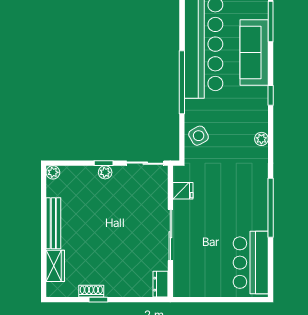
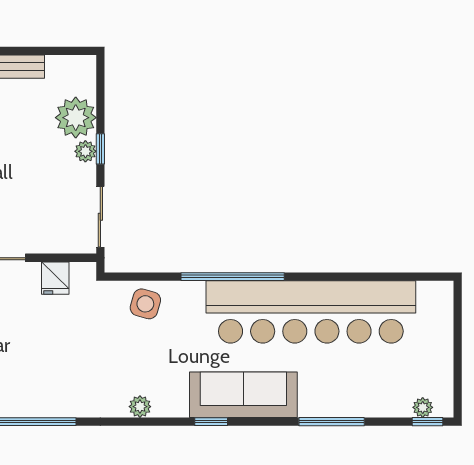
sofa: (254, 53) -> (243, 395), moved
side table: (199, 136) -> (145, 304), turned 45
plant: (53, 172) -> (76, 118), moved, width x1.88, depth x1.88

